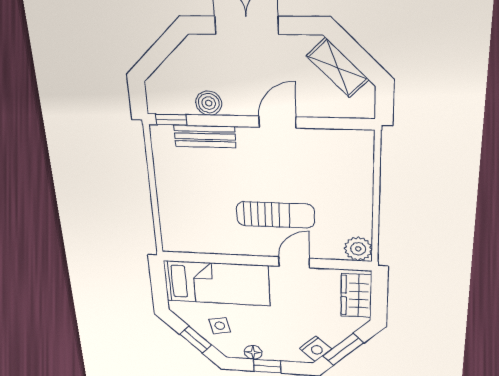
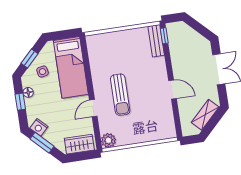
boiler: (209, 103) -> (176, 54), removed
bench: (205, 136) -> (156, 41), moved
door: (294, 262) -> (93, 108), swing flipped

